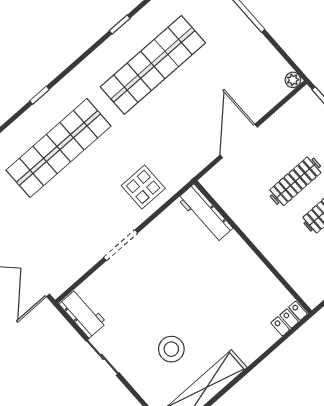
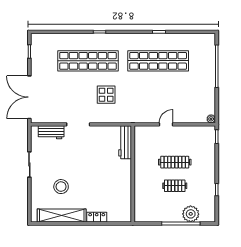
door: (239, 141) -> (166, 124), width x0.53
display table: (143, 187) -> (106, 95), moved
workbench: (83, 313) -> (51, 132), moved, turned 90
locker: (289, 319) -> (97, 217), moved

